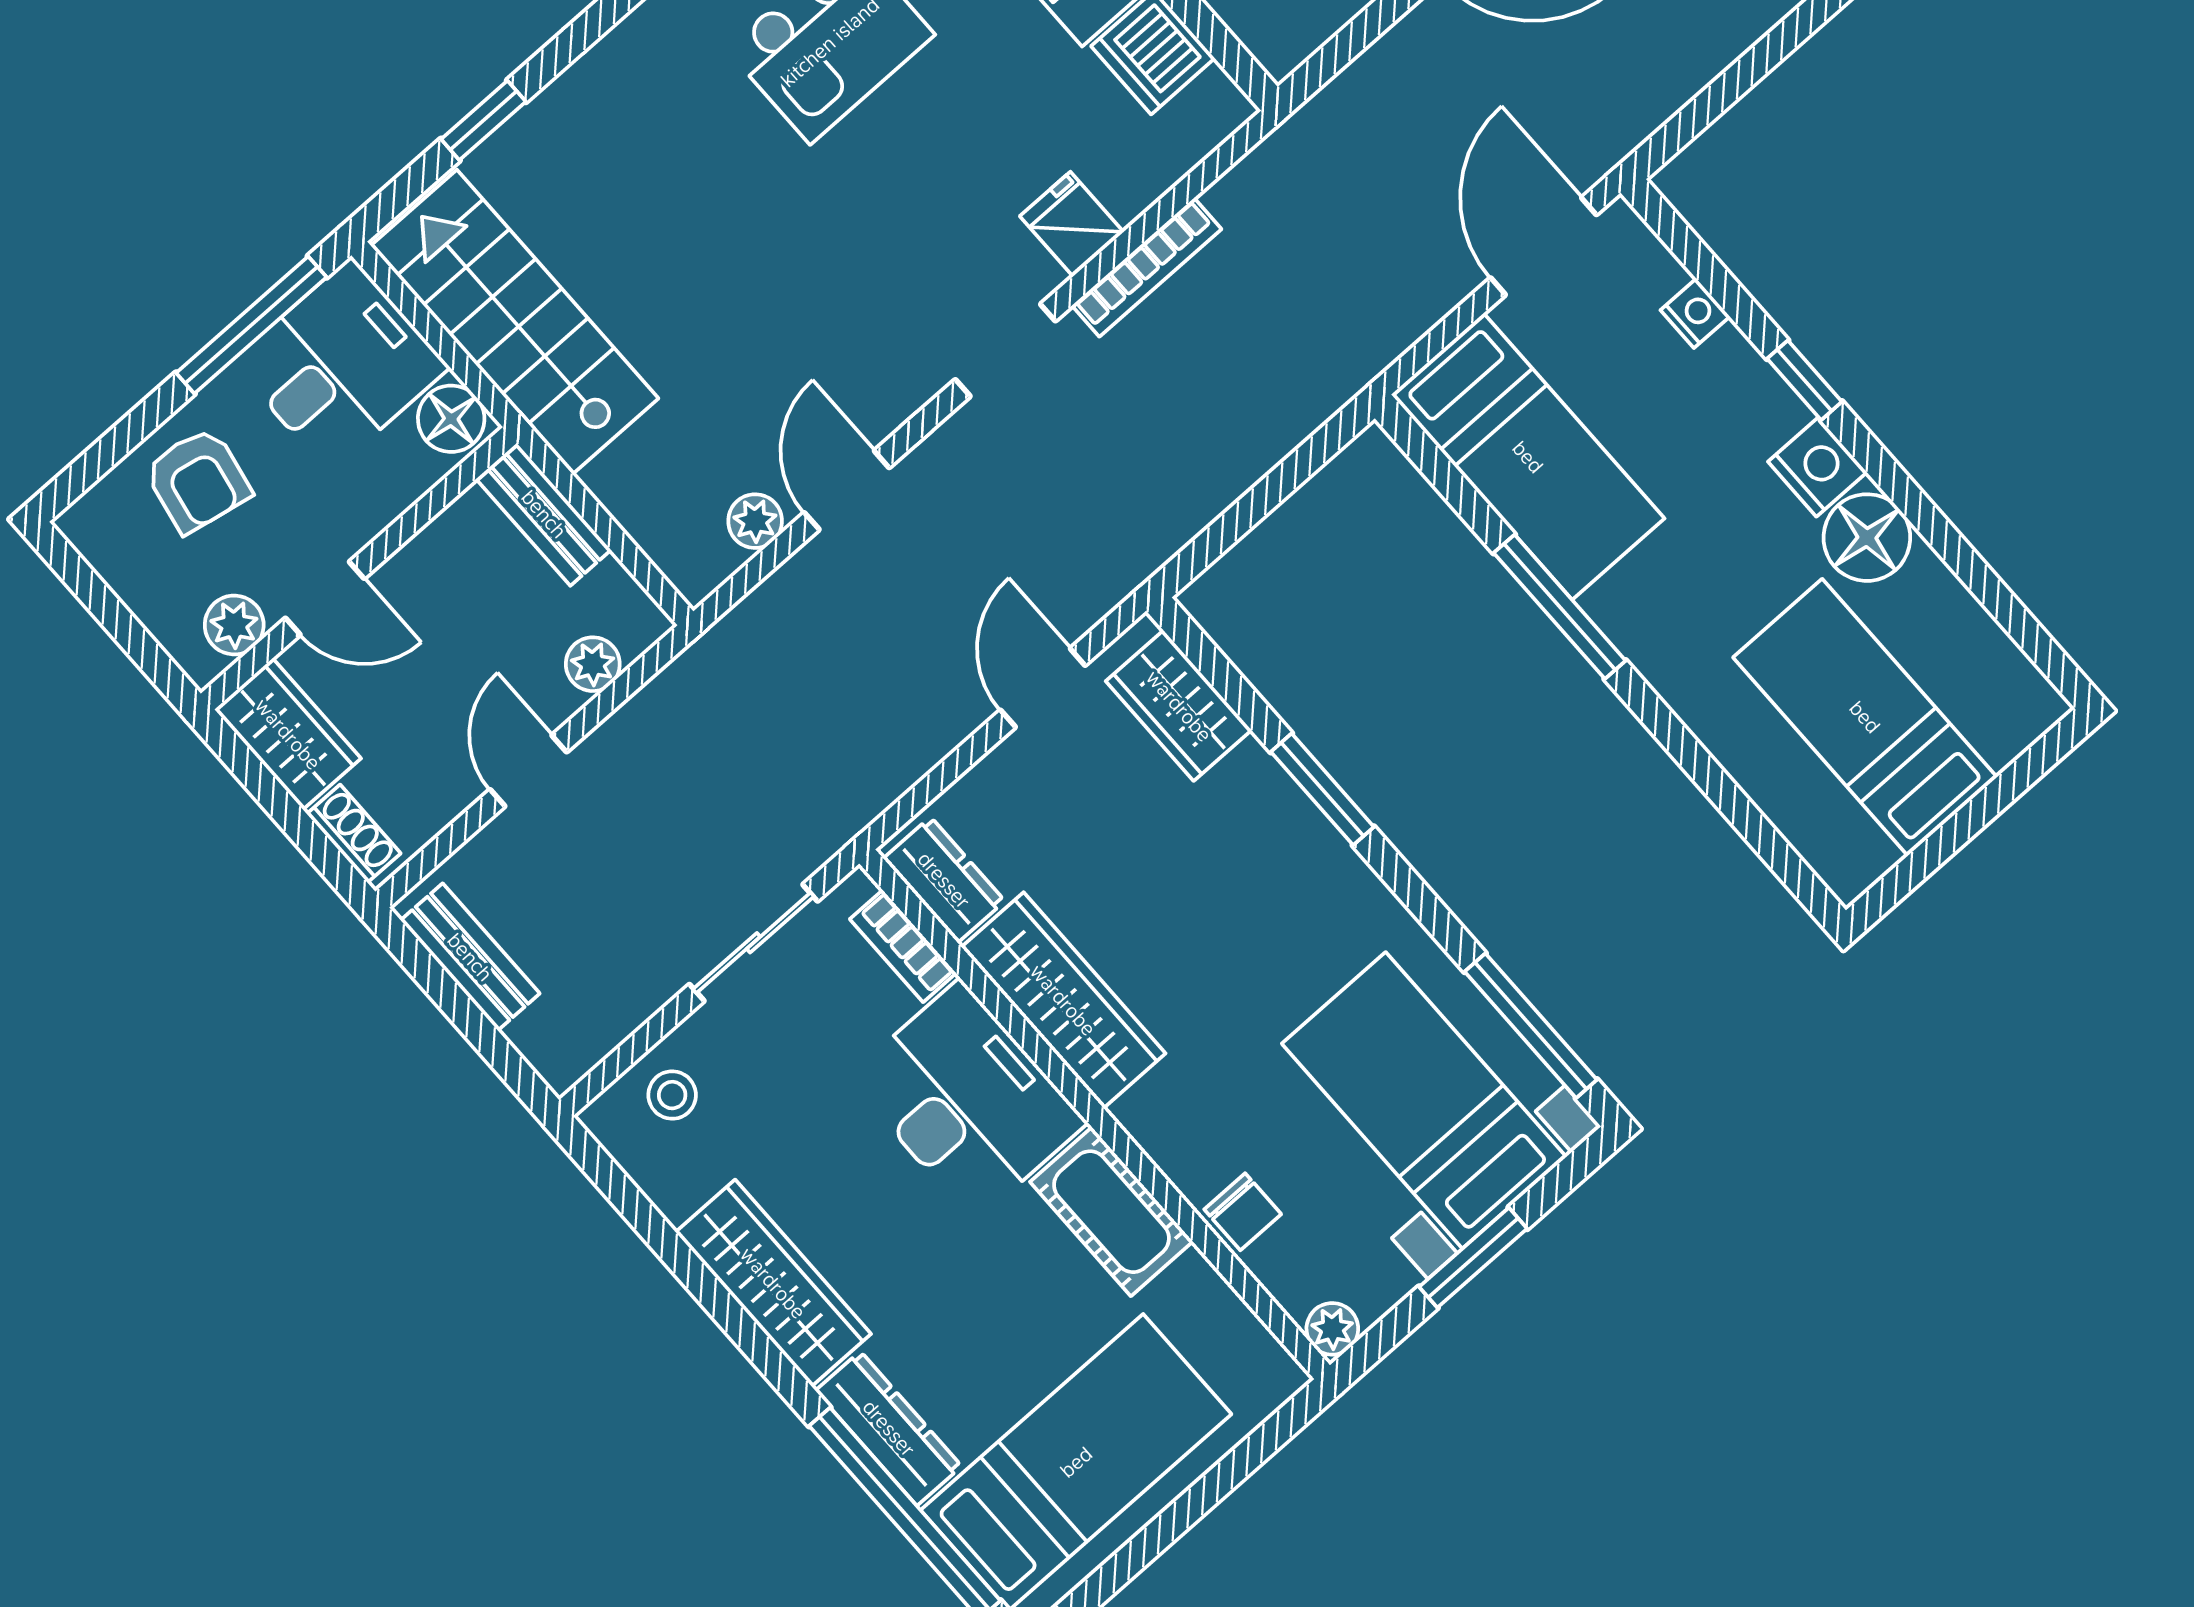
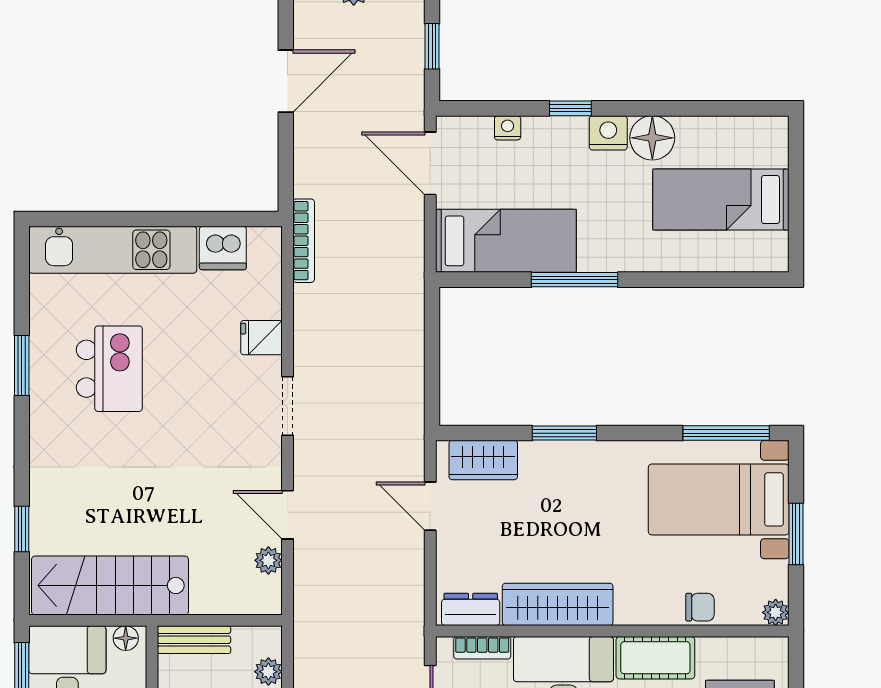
window: (1717, 98) -> (432, 46), added
bookcase: (1147, 267) -> (304, 241), moved
floor lamp: (451, 419) -> (126, 638), width x0.73, depth x0.73

